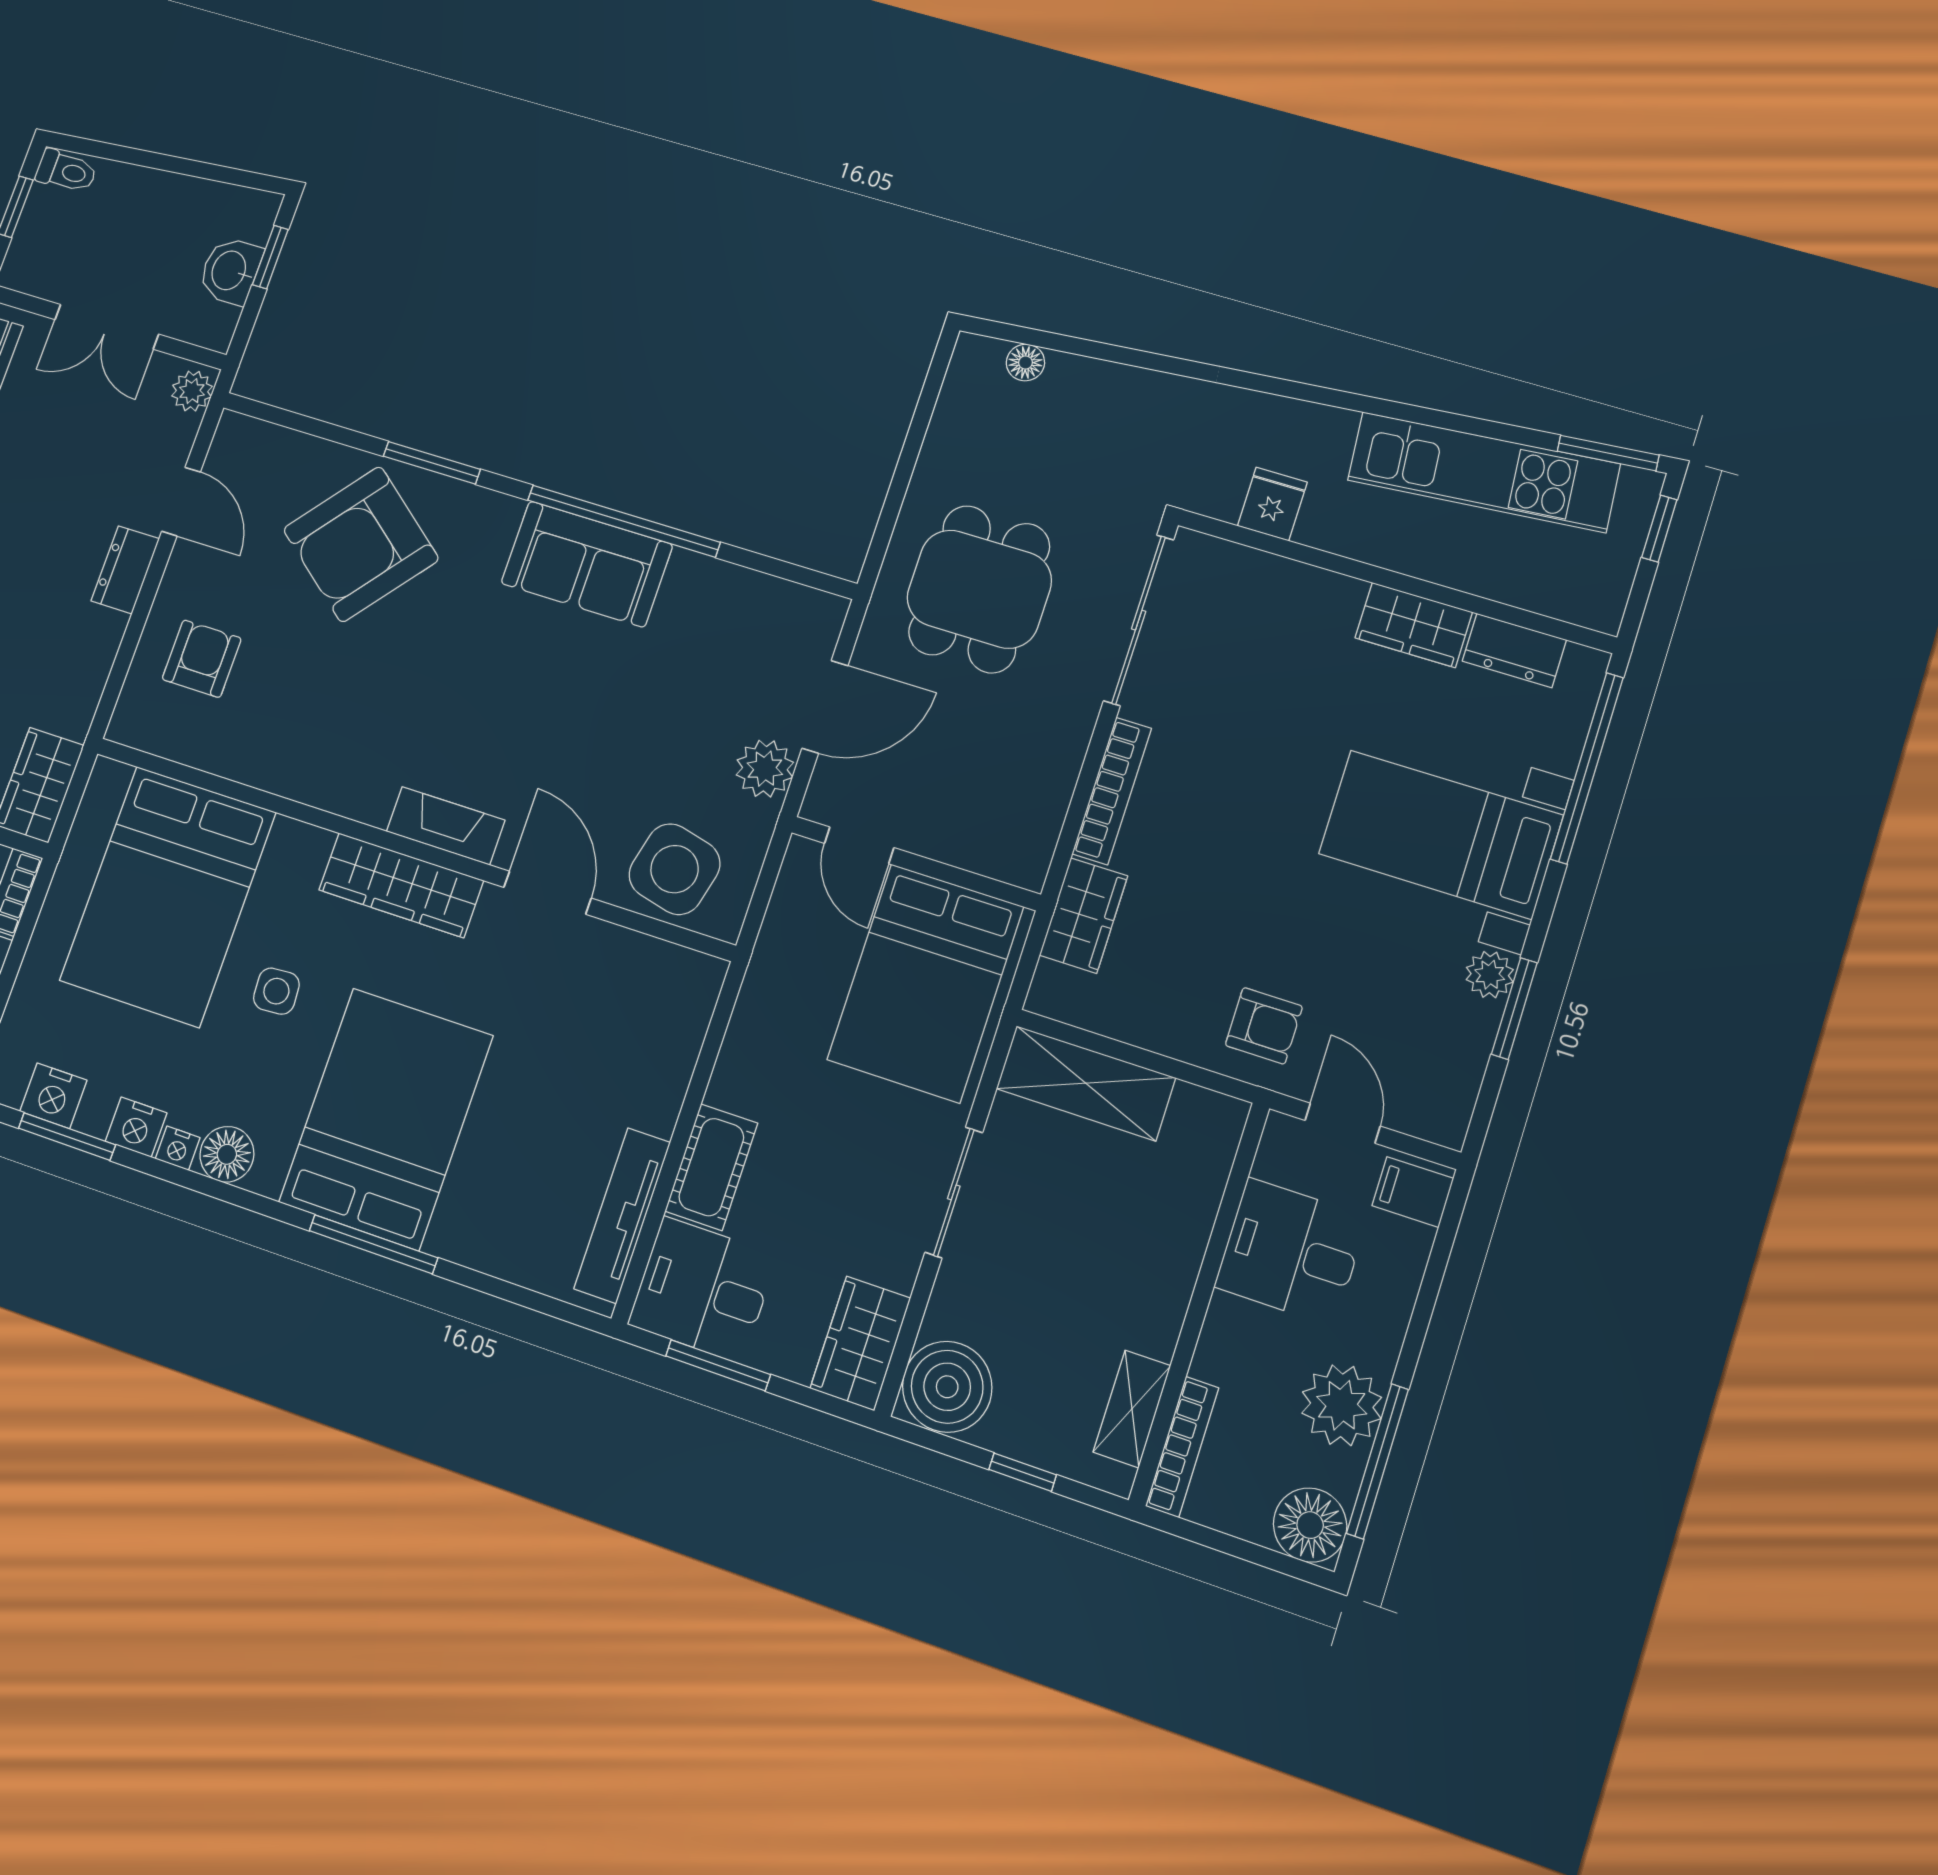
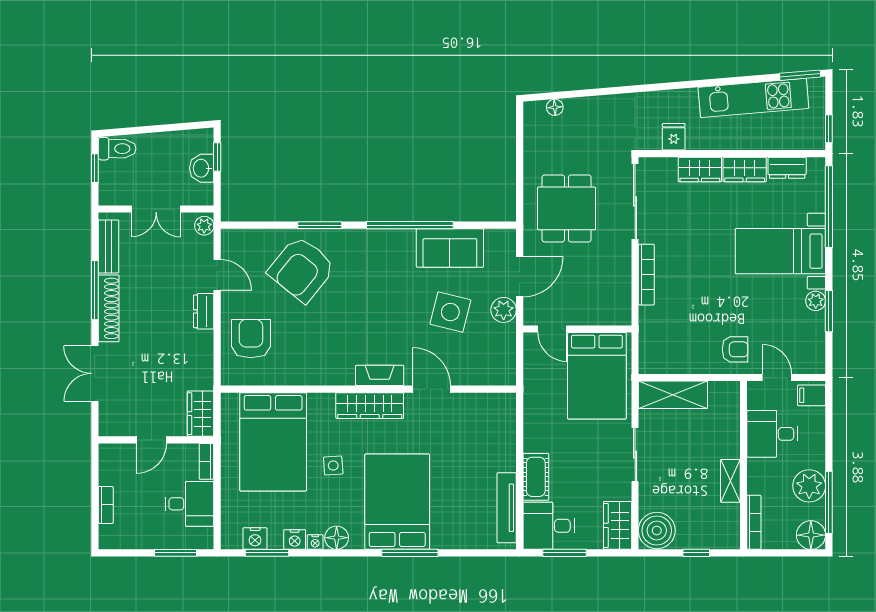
toilet: (66, 171) -> (117, 149), width x1.37, depth x1.39
window: (1659, 528) -> (829, 129), moved
sofa: (587, 564) -> (450, 248), moved
armchair: (202, 659) -> (251, 339), width x1.38, depth x1.38
side table: (675, 869) -> (450, 312), moved
wardrobe: (1084, 916) -> (700, 170), moved, turned 90
shelving: (1132, 1409) -> (730, 481), moved

